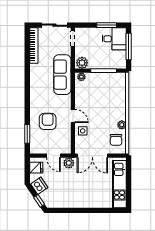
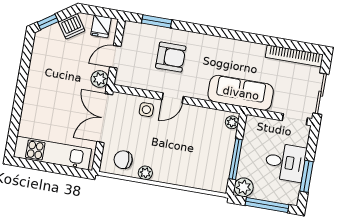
desk: (114, 39) -> (285, 162), moved, turned -90
plant: (82, 63) -> (244, 187), moved

